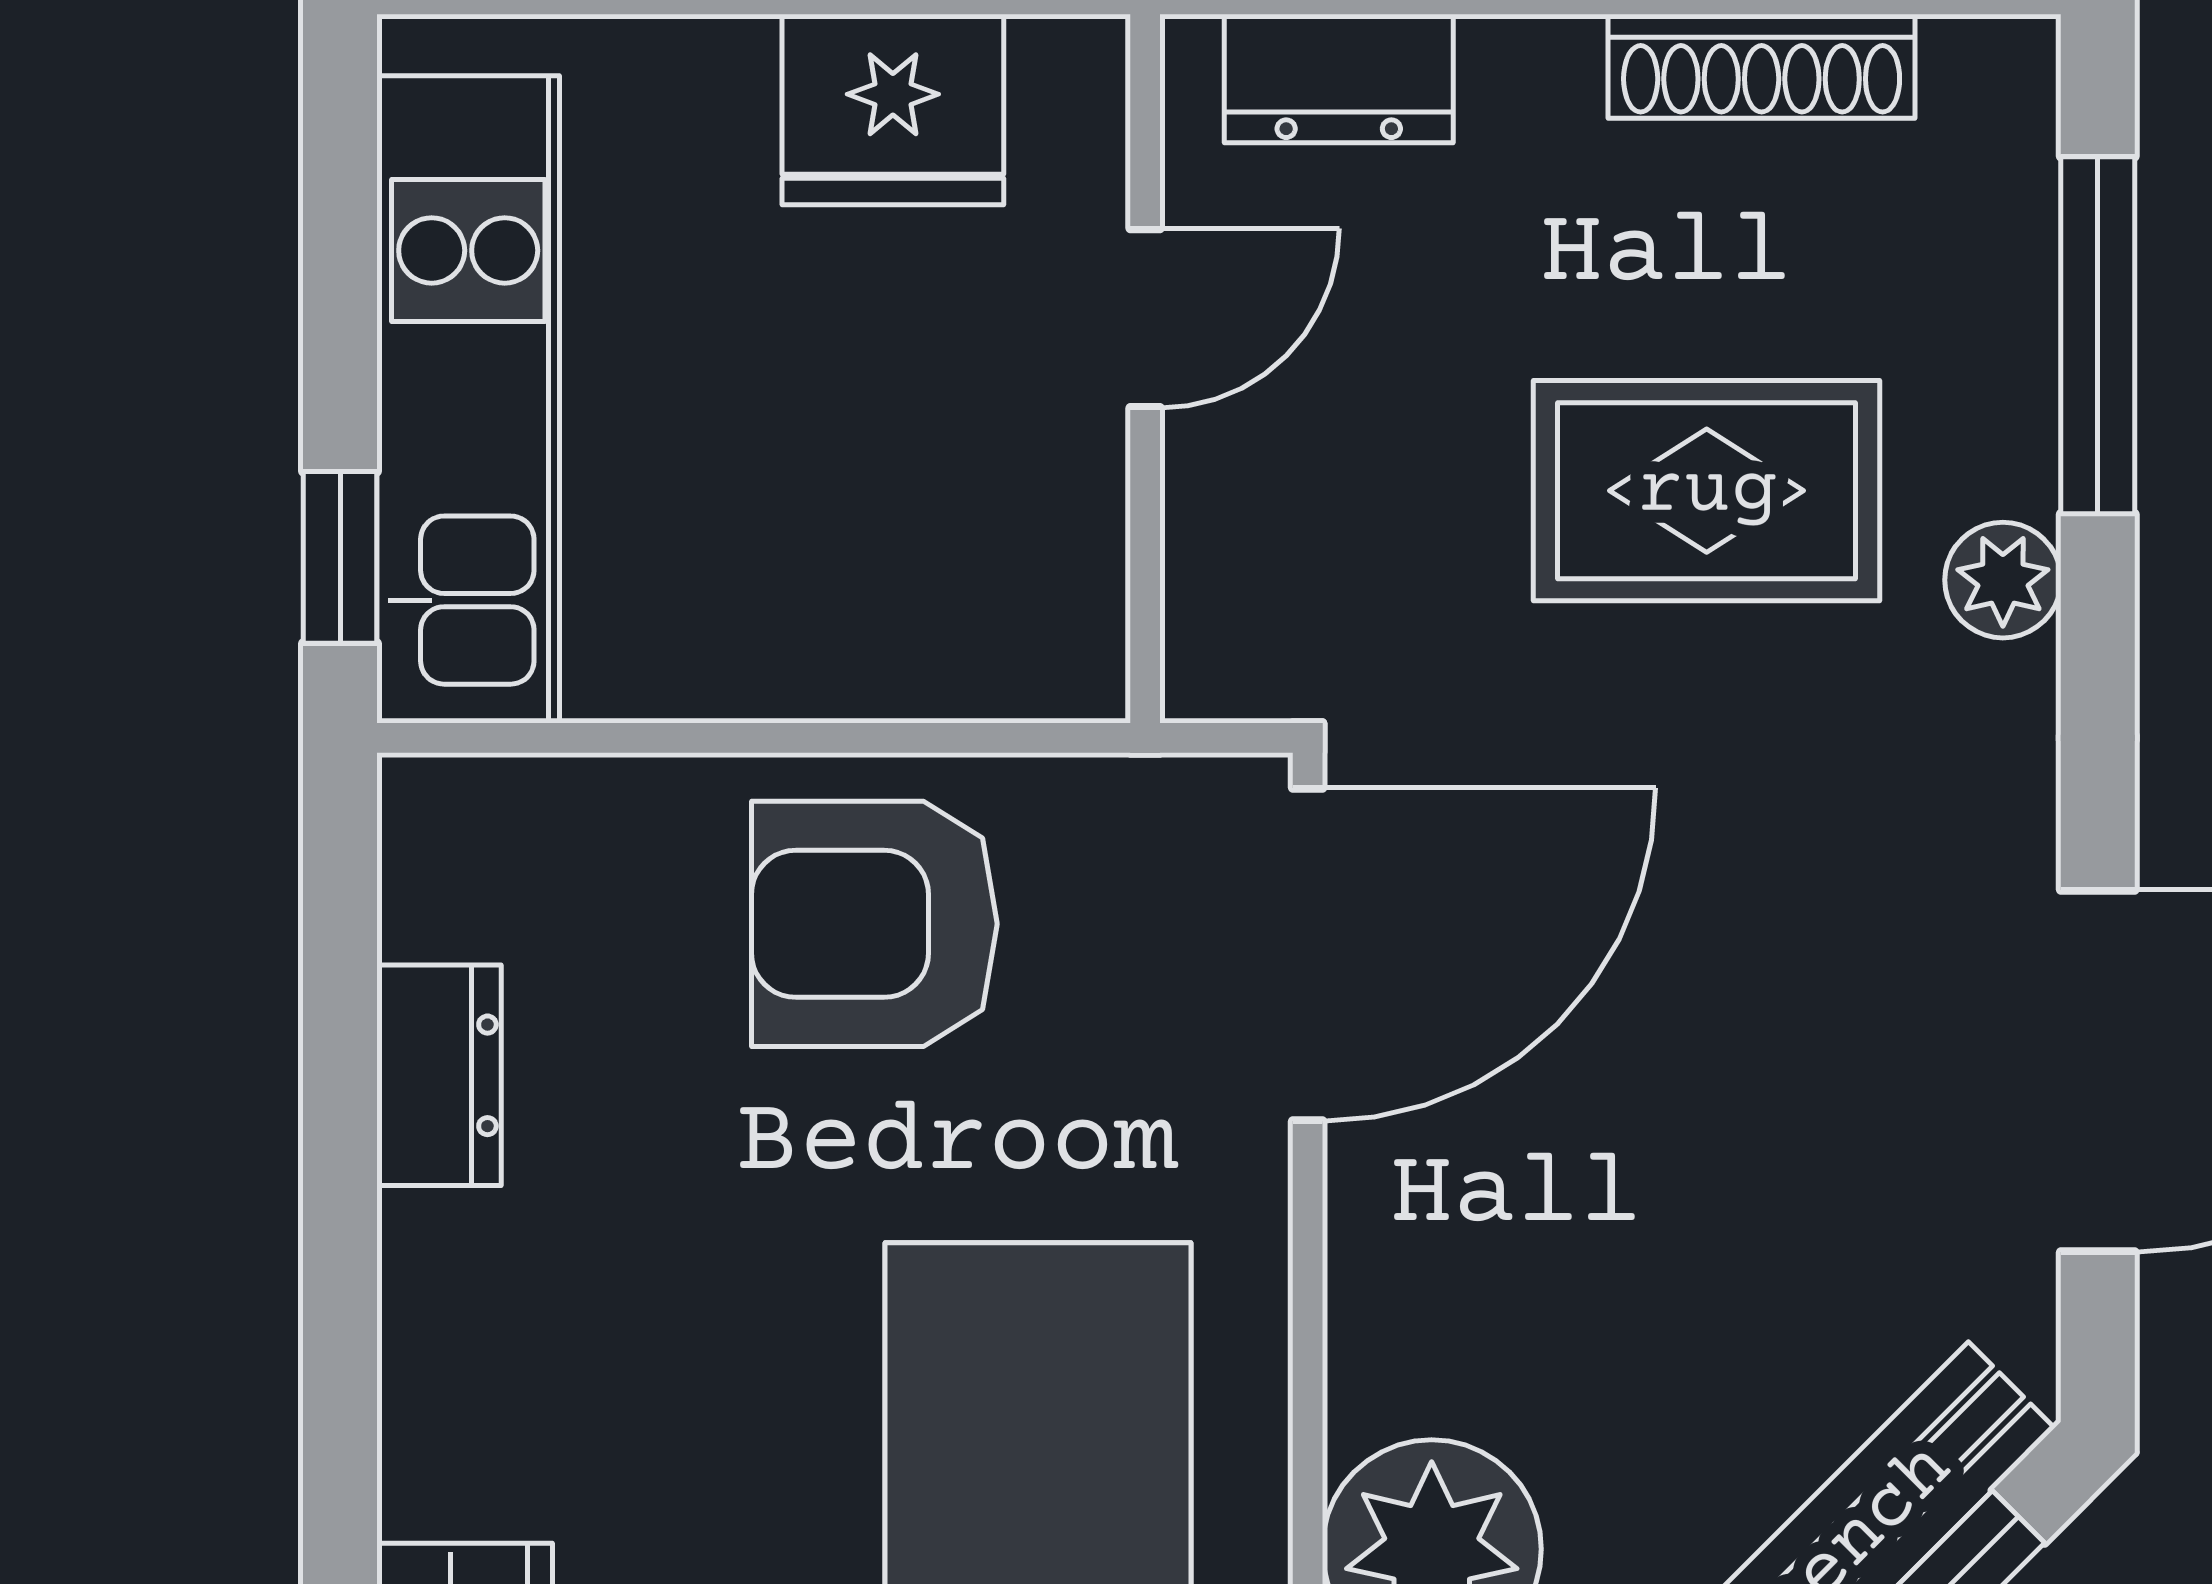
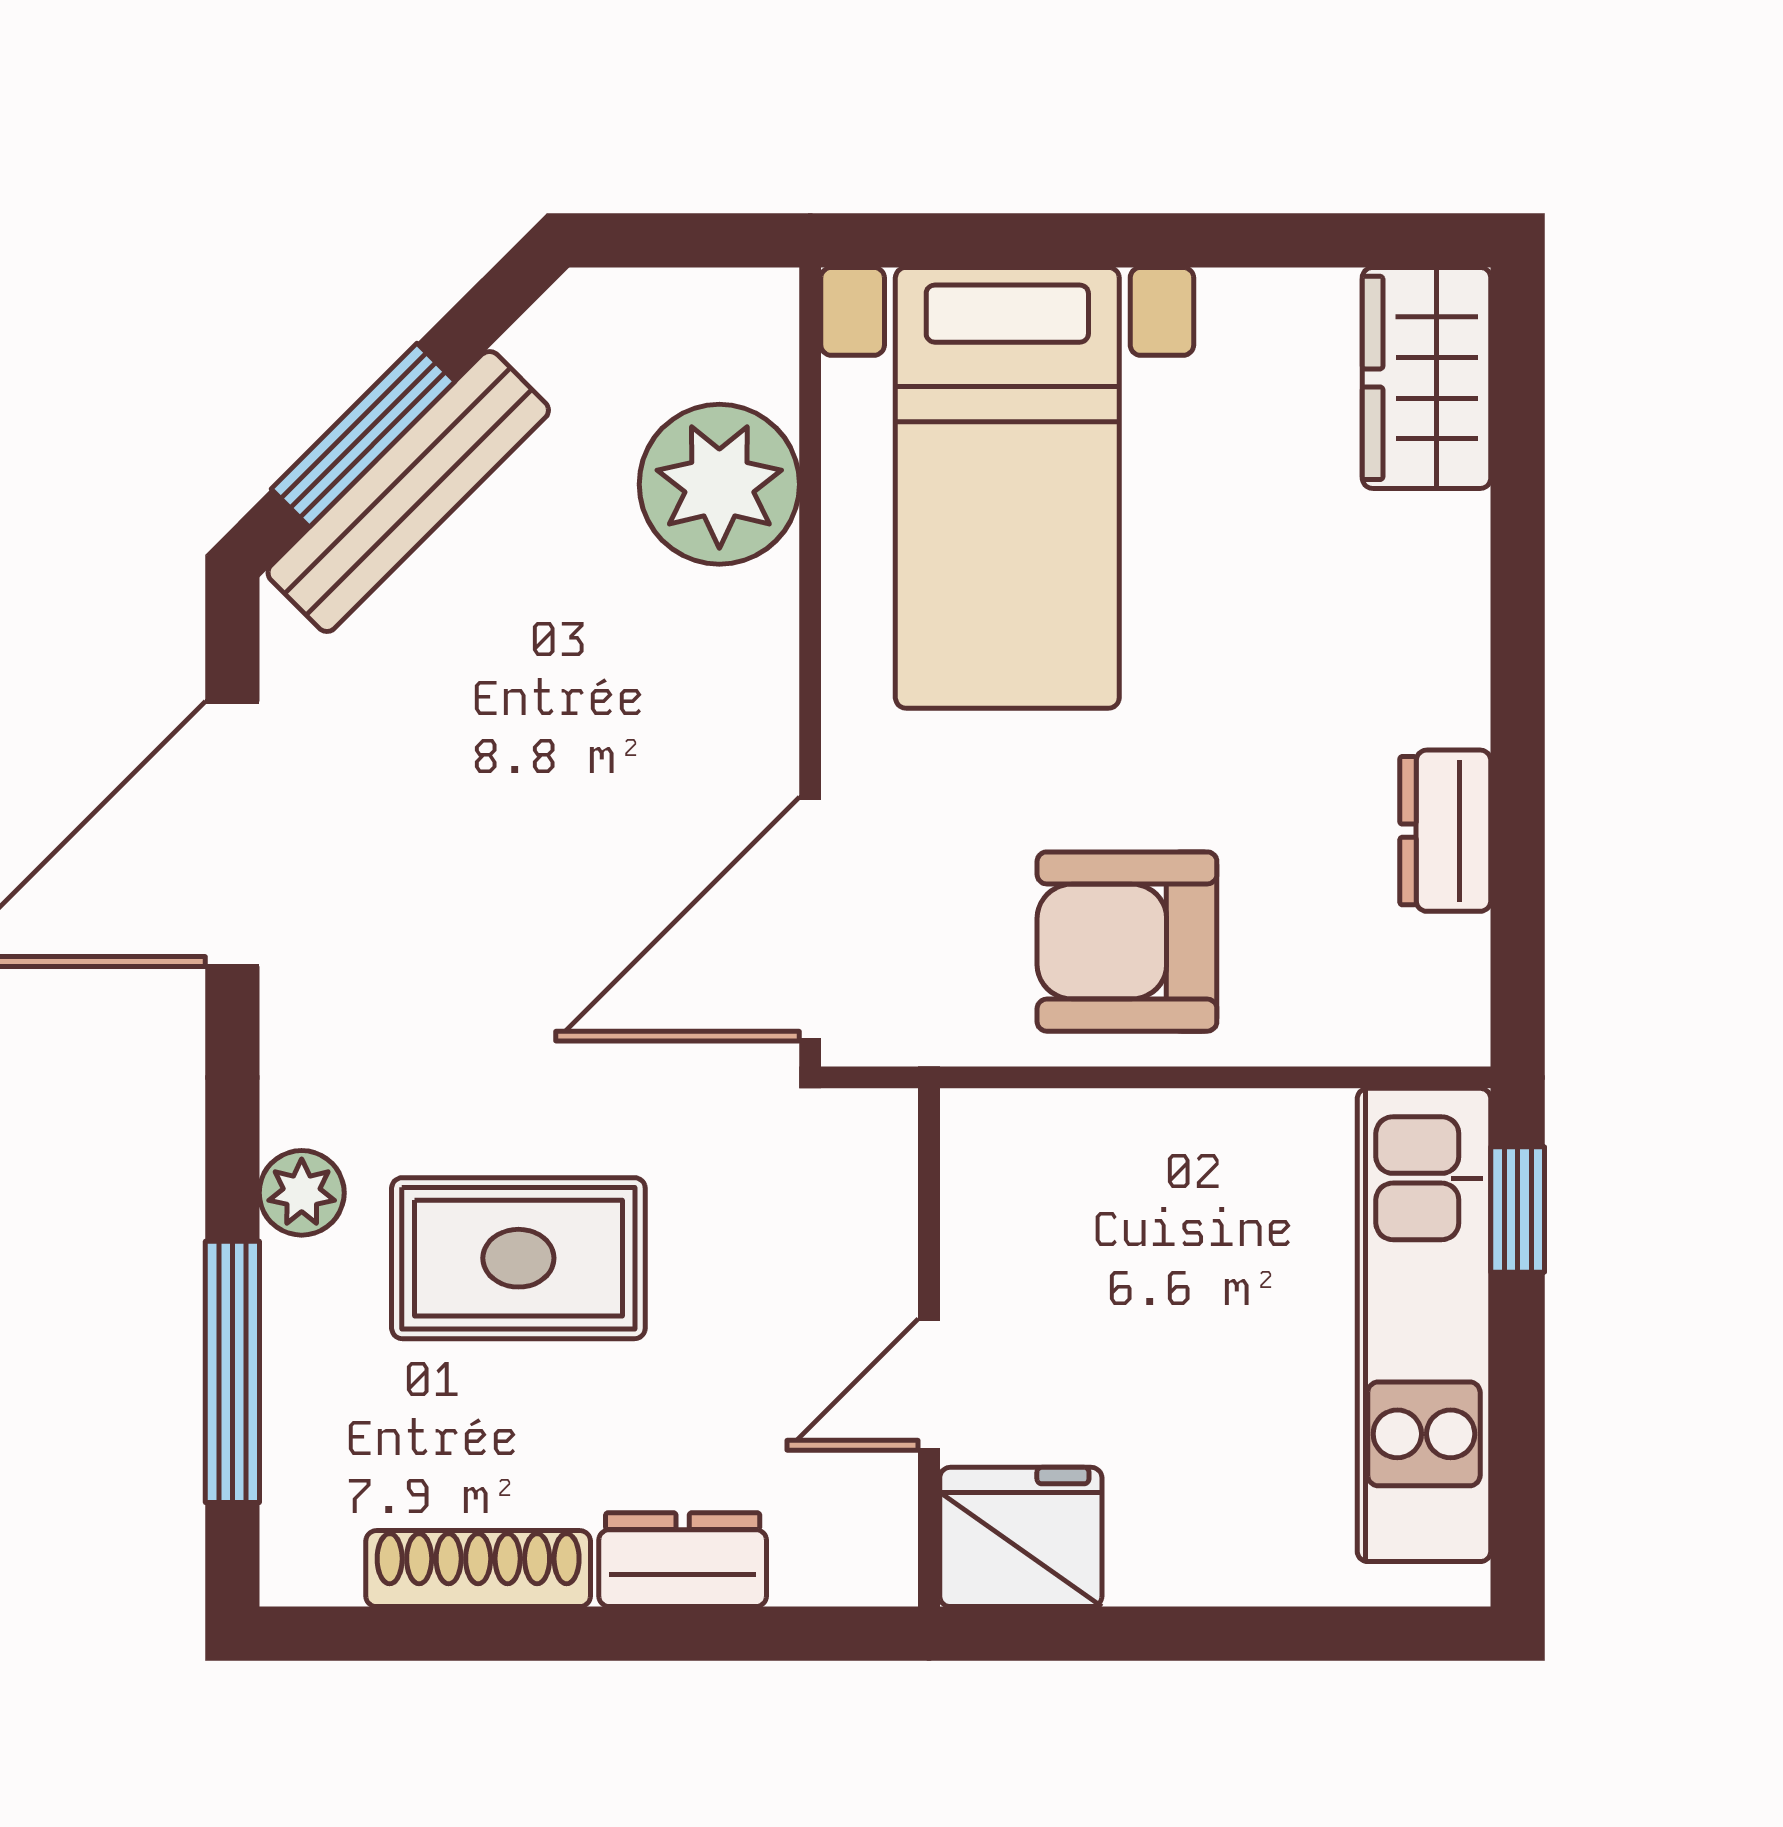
dresser: (1339, 78) -> (683, 1560), moved
fridge: (893, 109) -> (1021, 1537), moved
armchair: (874, 924) -> (1127, 942), turned 180

